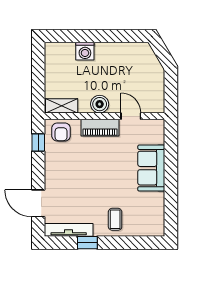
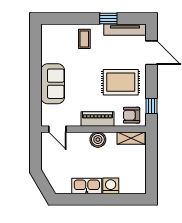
kitchen sink: (112, 51) -> (87, 186), added
door: (131, 116) -> (57, 129), moved
armchair: (61, 132) -> (132, 115), turned -90
rug: (74, 170) -> (121, 82), added

